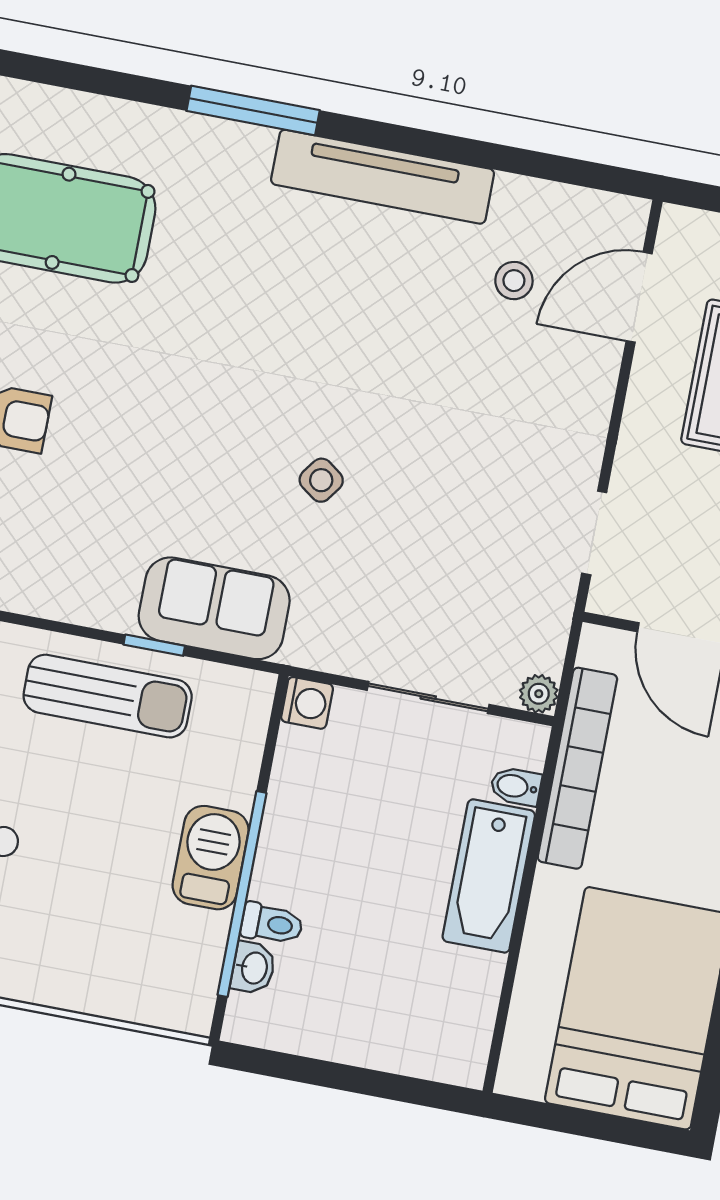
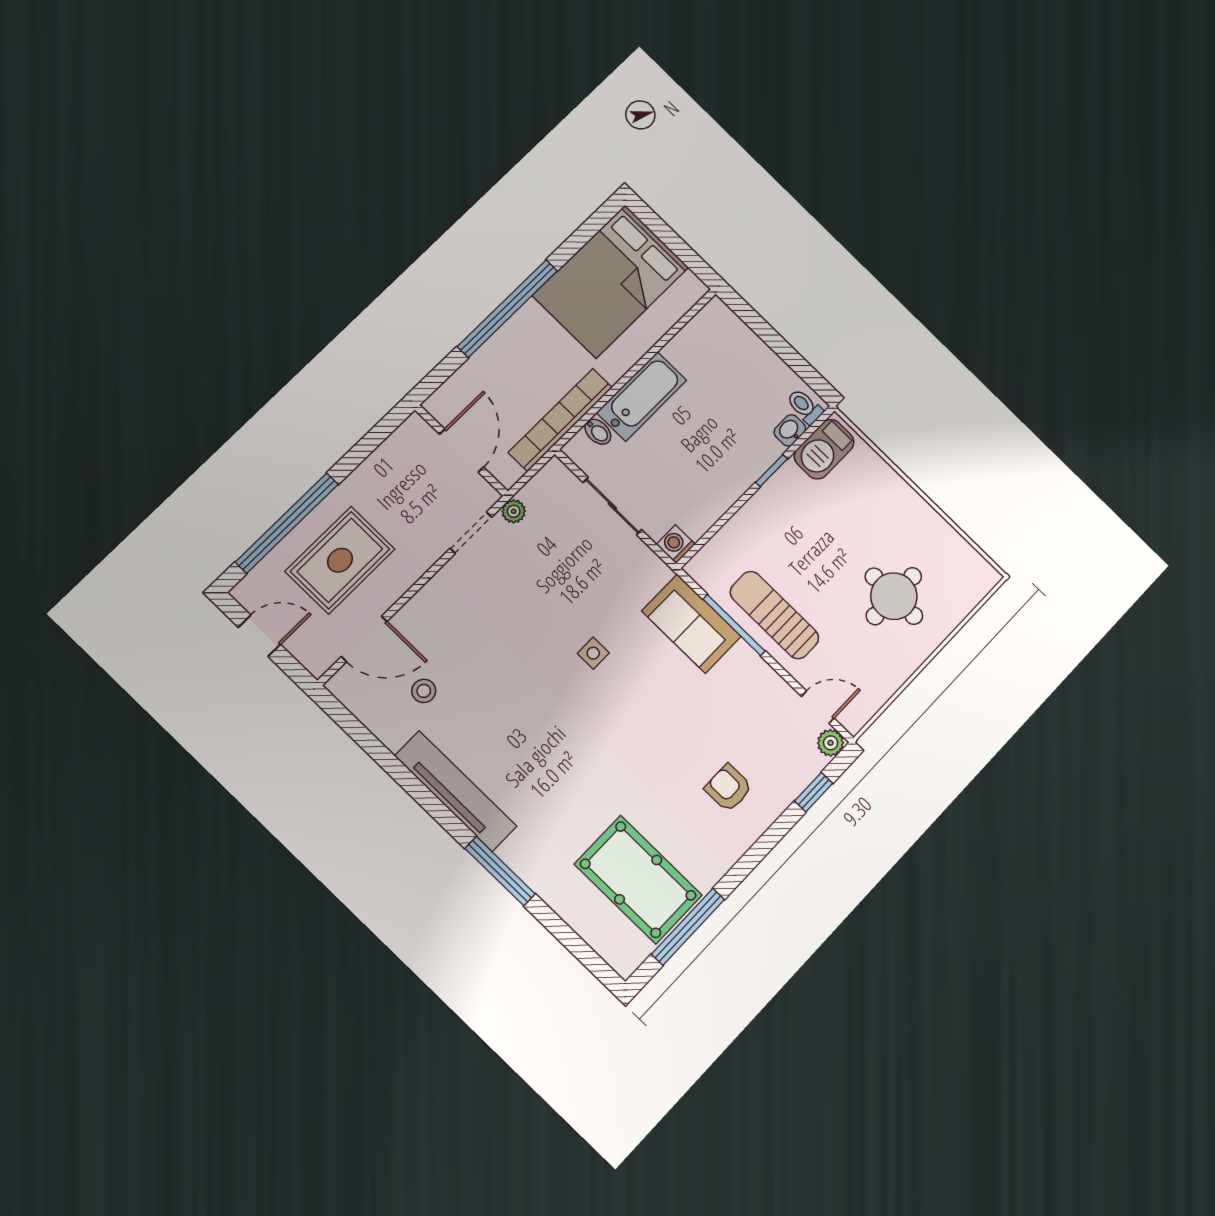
side table: (321, 480) -> (593, 653), turned -36
window: (154, 645) -> (734, 625), width x2.17
plant: (539, 694) -> (514, 511), moved
barbecue: (211, 858) -> (824, 449), moved
window: (242, 894) -> (772, 471), width x0.32
toilet: (272, 924) -> (805, 407), moved

